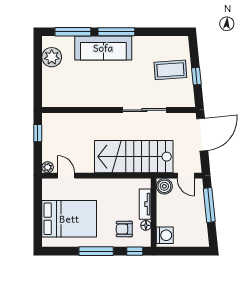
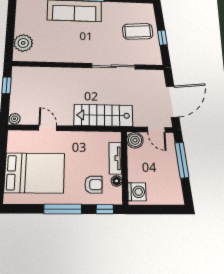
plant: (52, 57) -> (23, 43), moved
door: (202, 135) -> (173, 102), moved
stairs: (134, 157) -> (103, 115), width x0.73, depth x0.66
door: (66, 176) -> (48, 128), moved
armchair: (124, 229) -> (93, 185), turned 180

